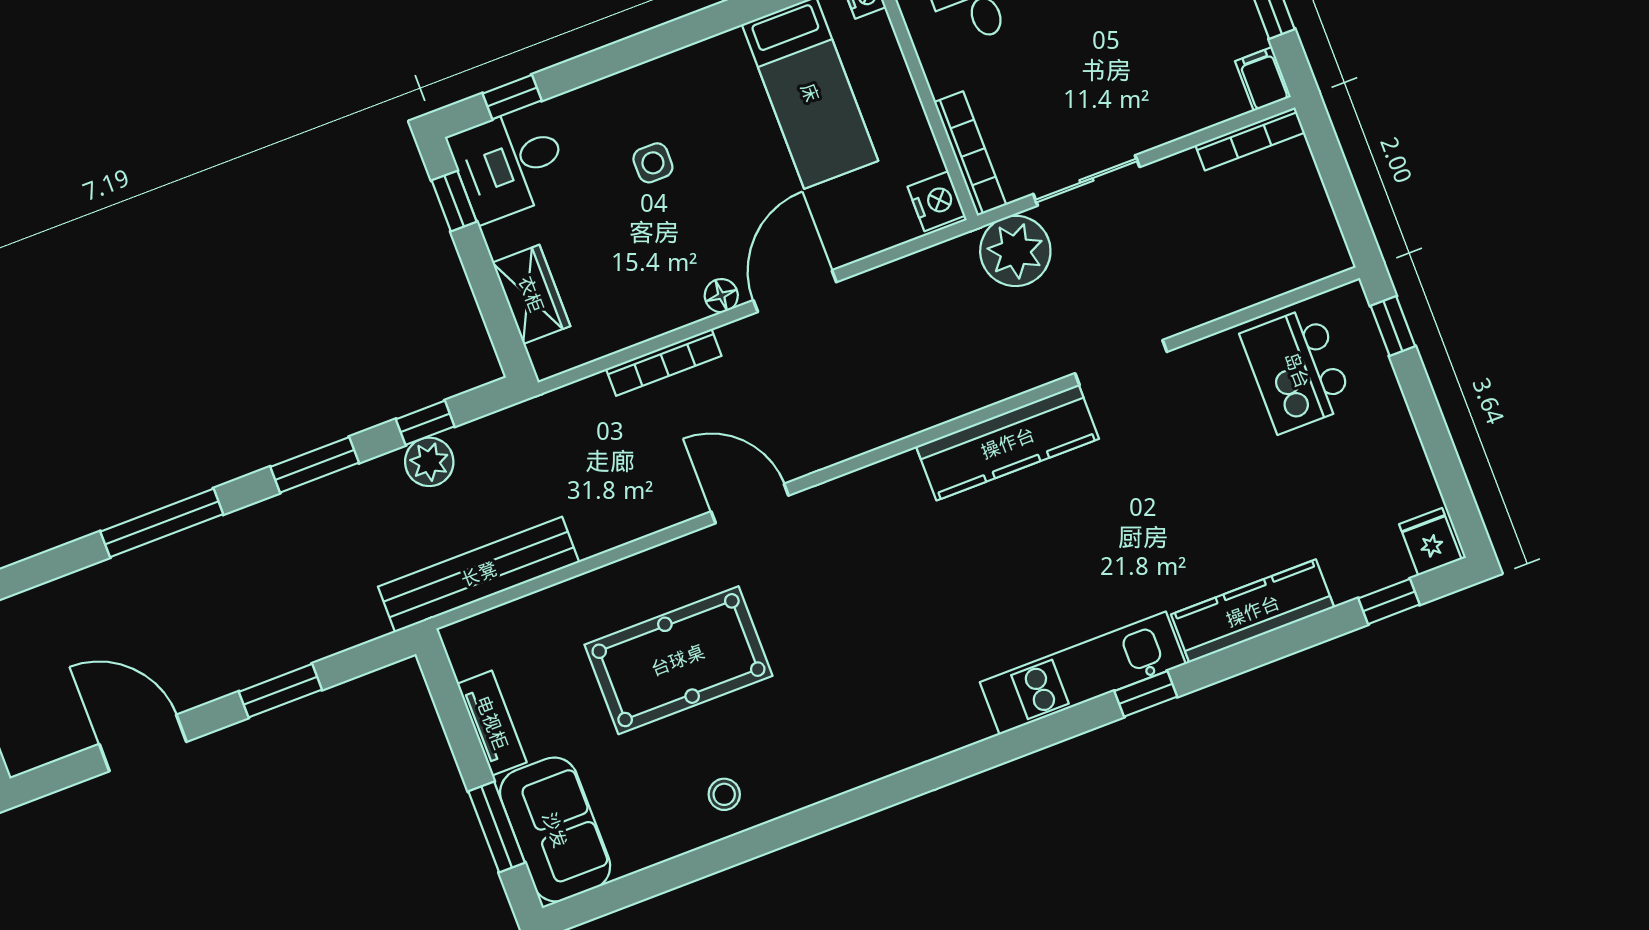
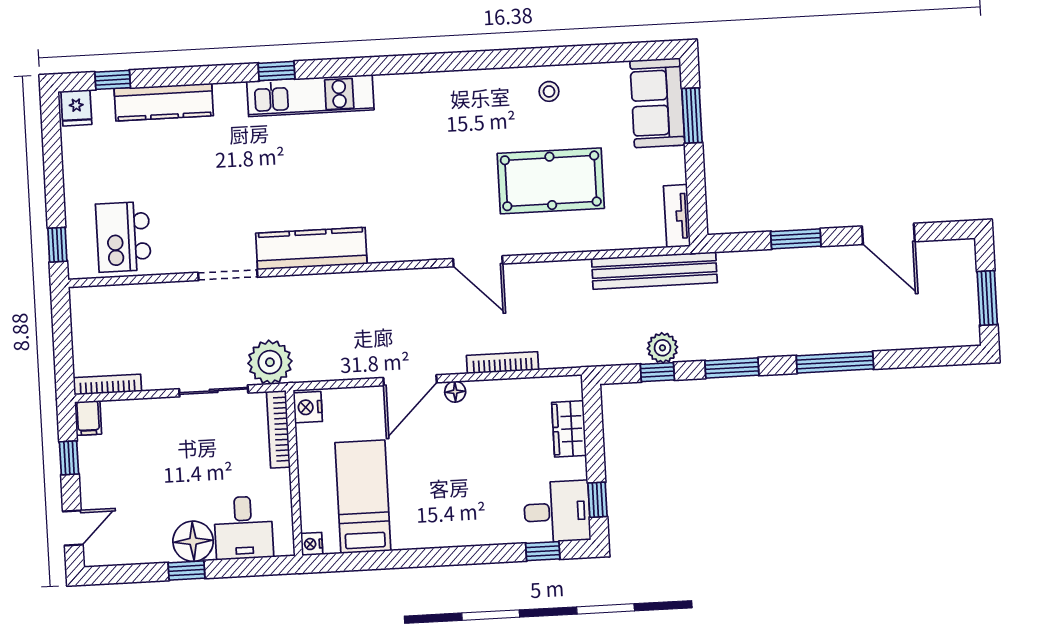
side table: (653, 163) -> (471, 485), removed
kitchen island: (1297, 370) -> (123, 237), turned 180
kitchen counter: (1253, 611) -> (164, 102), moved
tv unit: (492, 723) -> (677, 216), moved

